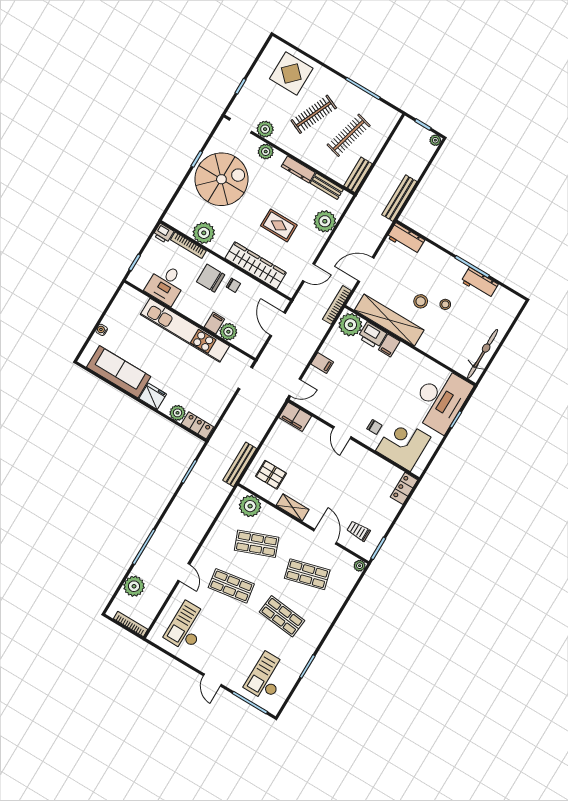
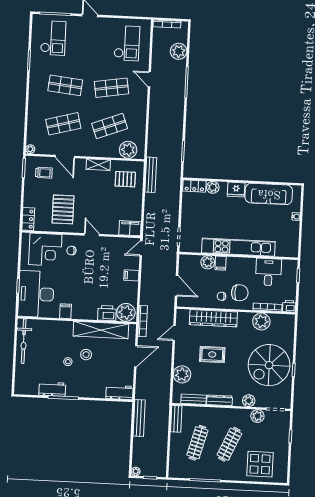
filing cabinet: (389, 345) -> (65, 311), moved
pallet: (359, 478) -> (63, 209), added

